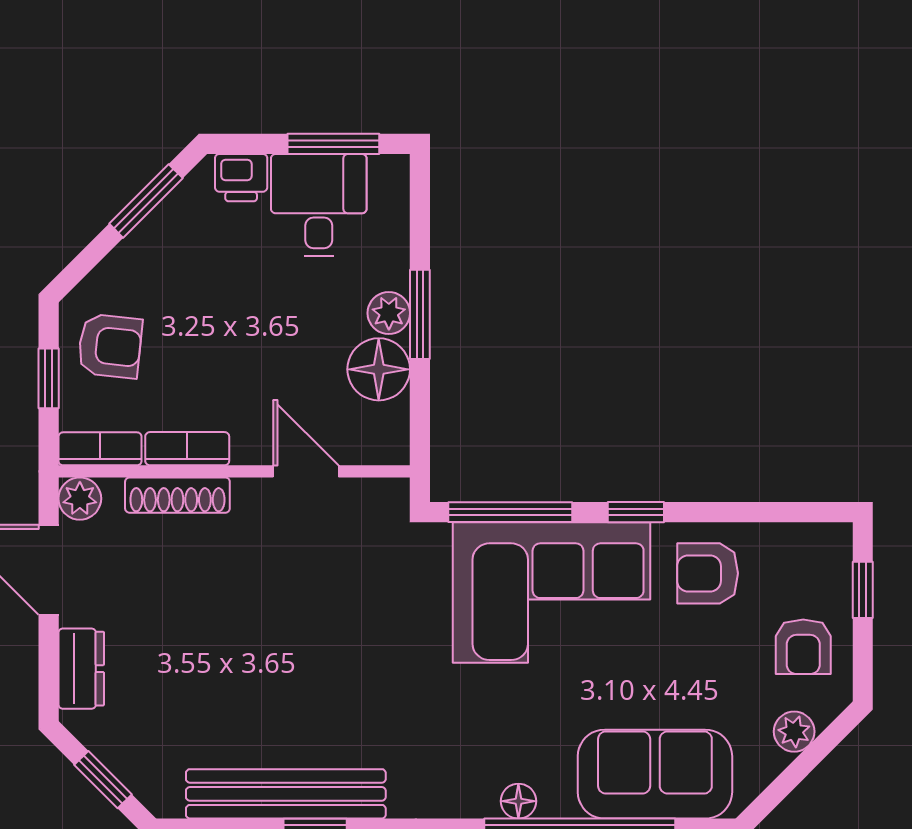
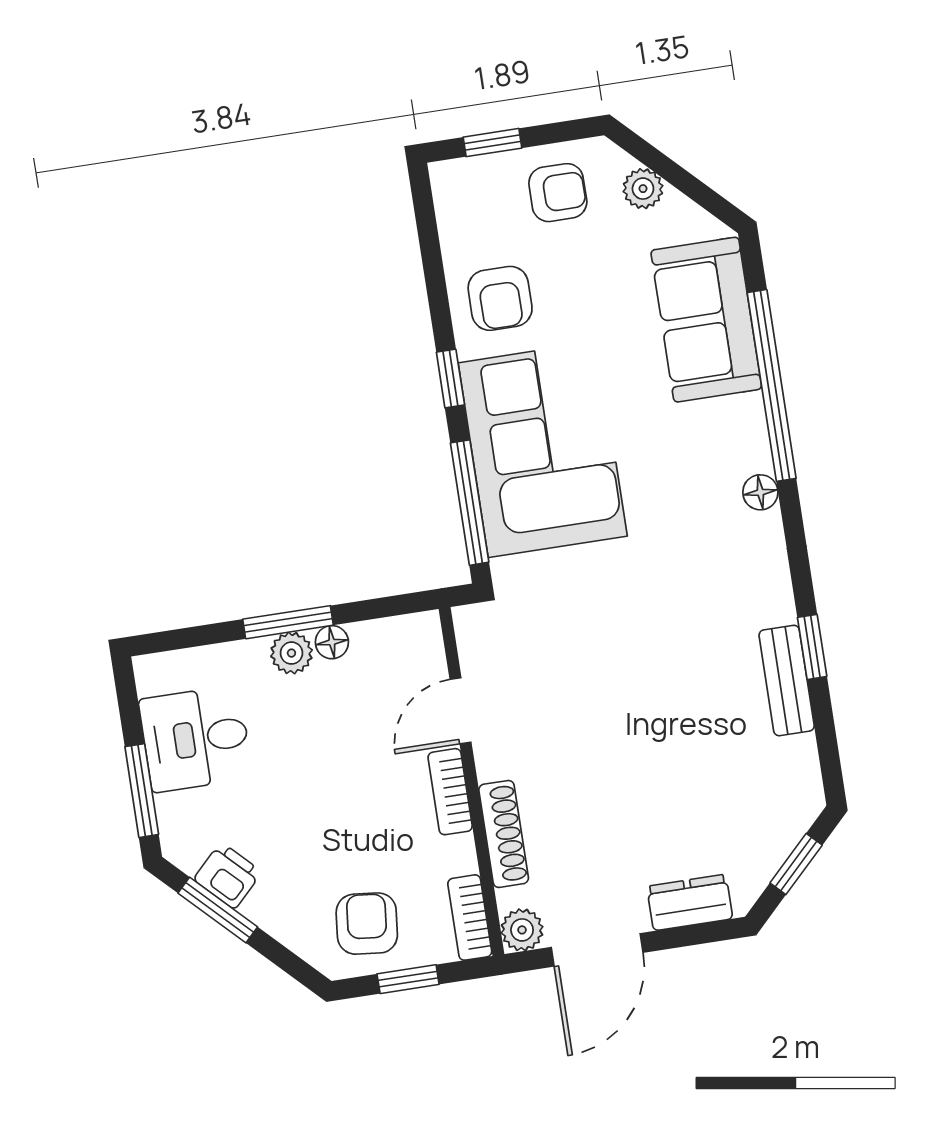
window: (333, 144) -> (142, 791), moved
printer: (241, 178) -> (228, 876), moved, turned -45
floor lamp: (379, 369) -> (332, 642), width x0.53, depth x0.53
bookcase: (187, 449) -> (450, 792), moved
bench: (286, 794) -> (787, 681), width x0.54, depth x0.82
floor lamp: (518, 801) -> (760, 492), moved

